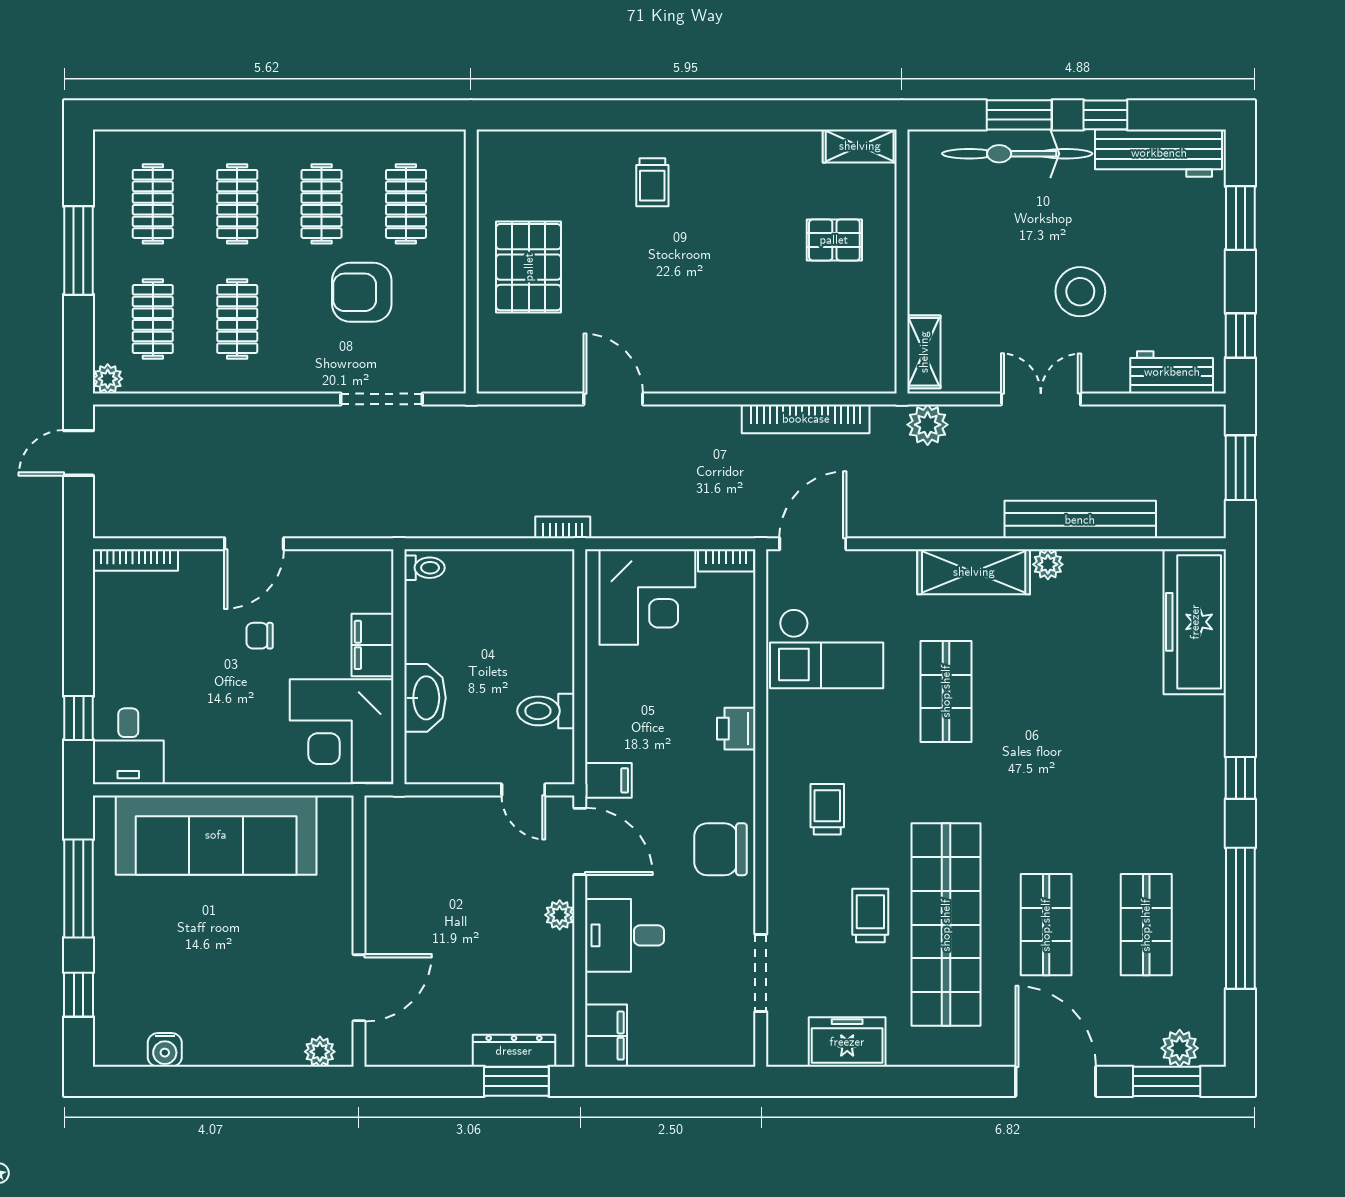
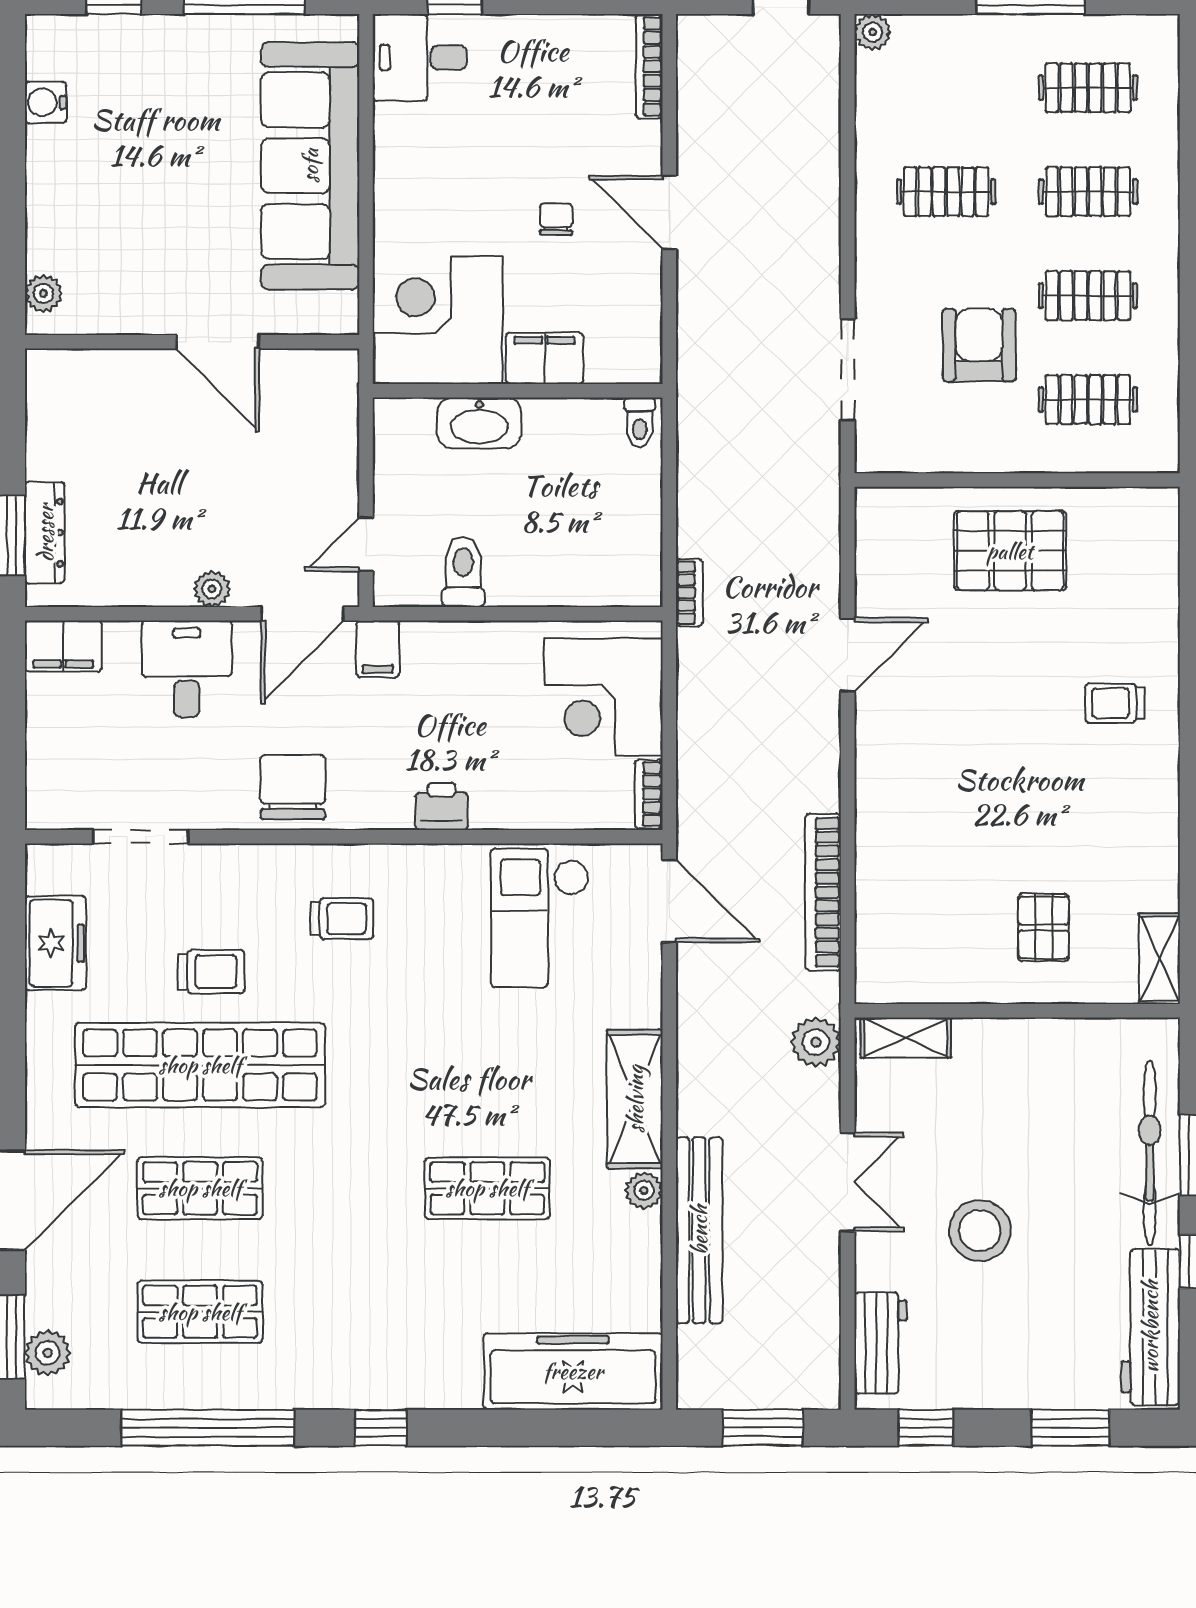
clothes rail: (153, 319) -> (946, 88), removed
shop shelf: (946, 691) -> (487, 1188), moved
door: (359, 988) -> (218, 342), moved

